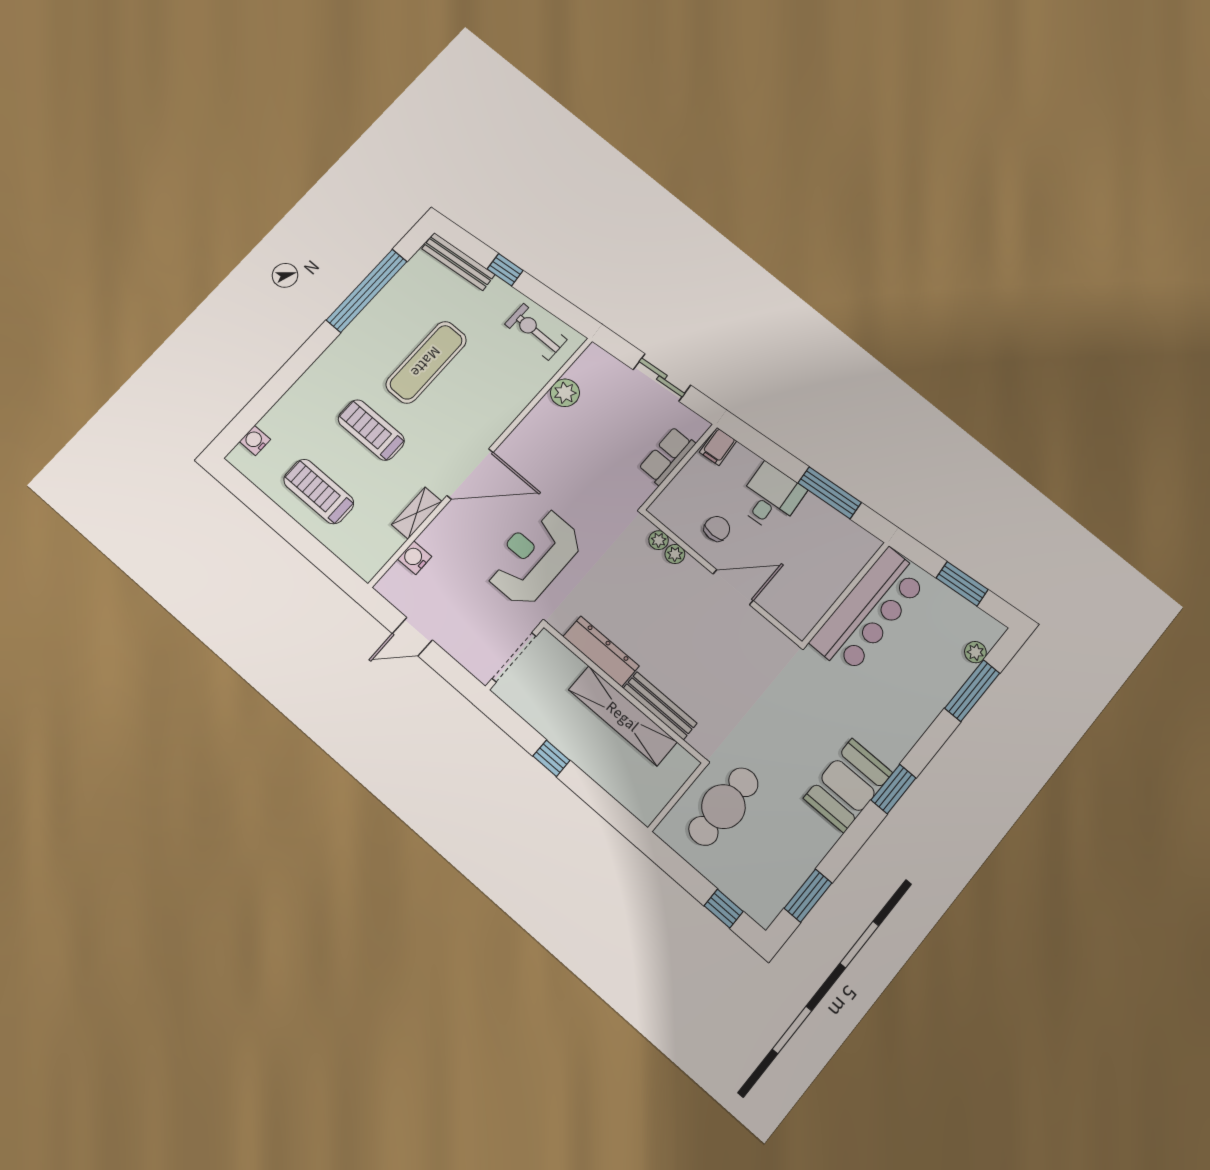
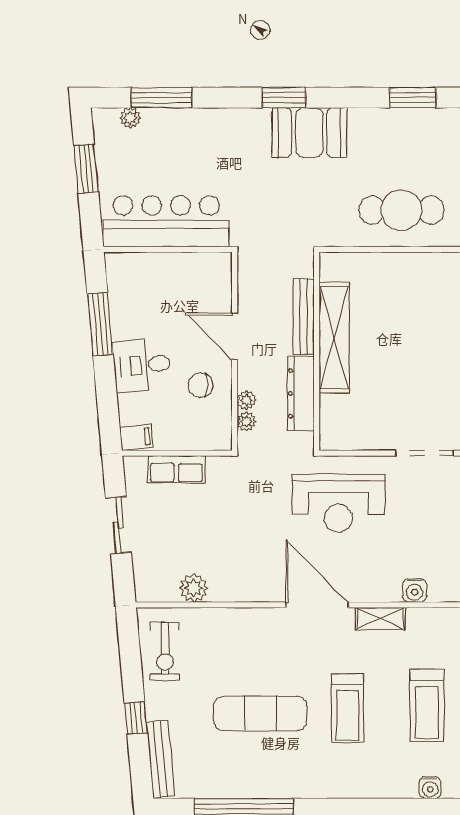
dresser: (601, 651) -> (301, 393), moved
wall: (624, 692) -> (317, 351), moved
bench: (660, 706) -> (304, 317), moved
shelving: (623, 716) -> (334, 338), moved

